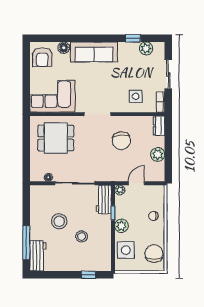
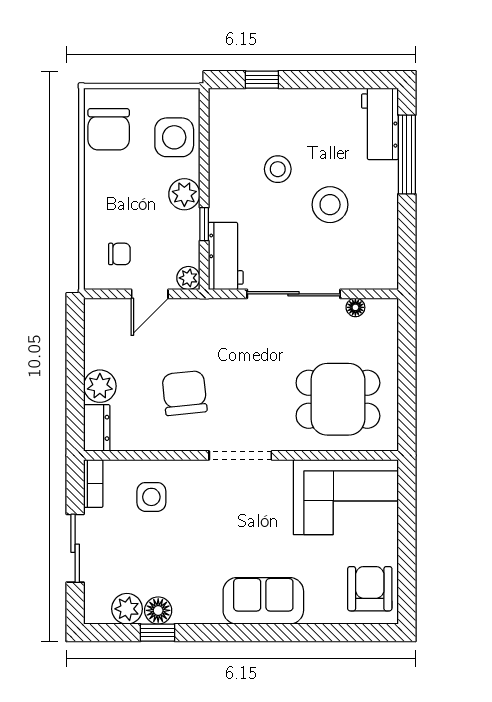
floor lamp: (64, 48) -> (158, 610), moved
sofa: (94, 52) -> (263, 601), width x0.73
plant: (158, 155) -> (100, 386), moved
chair: (153, 216) -> (119, 254), moved

